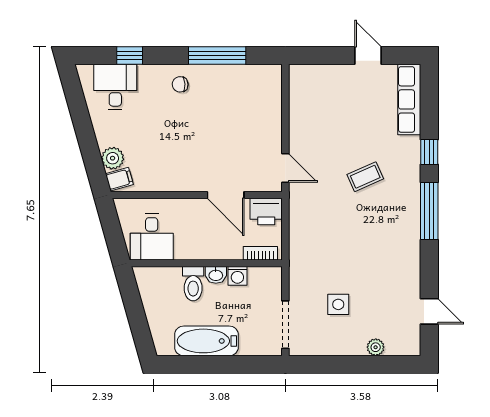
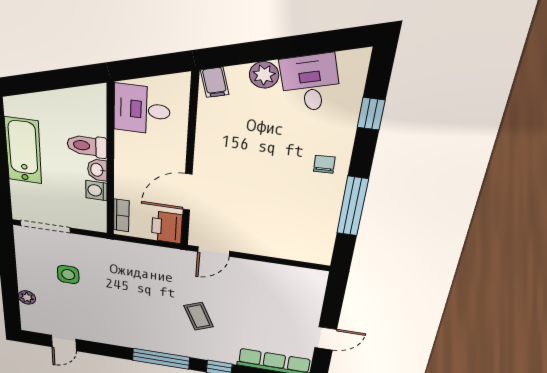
desk: (115, 87) -> (310, 83), moved, turned -106
plant: (113, 158) -> (264, 75), moved

